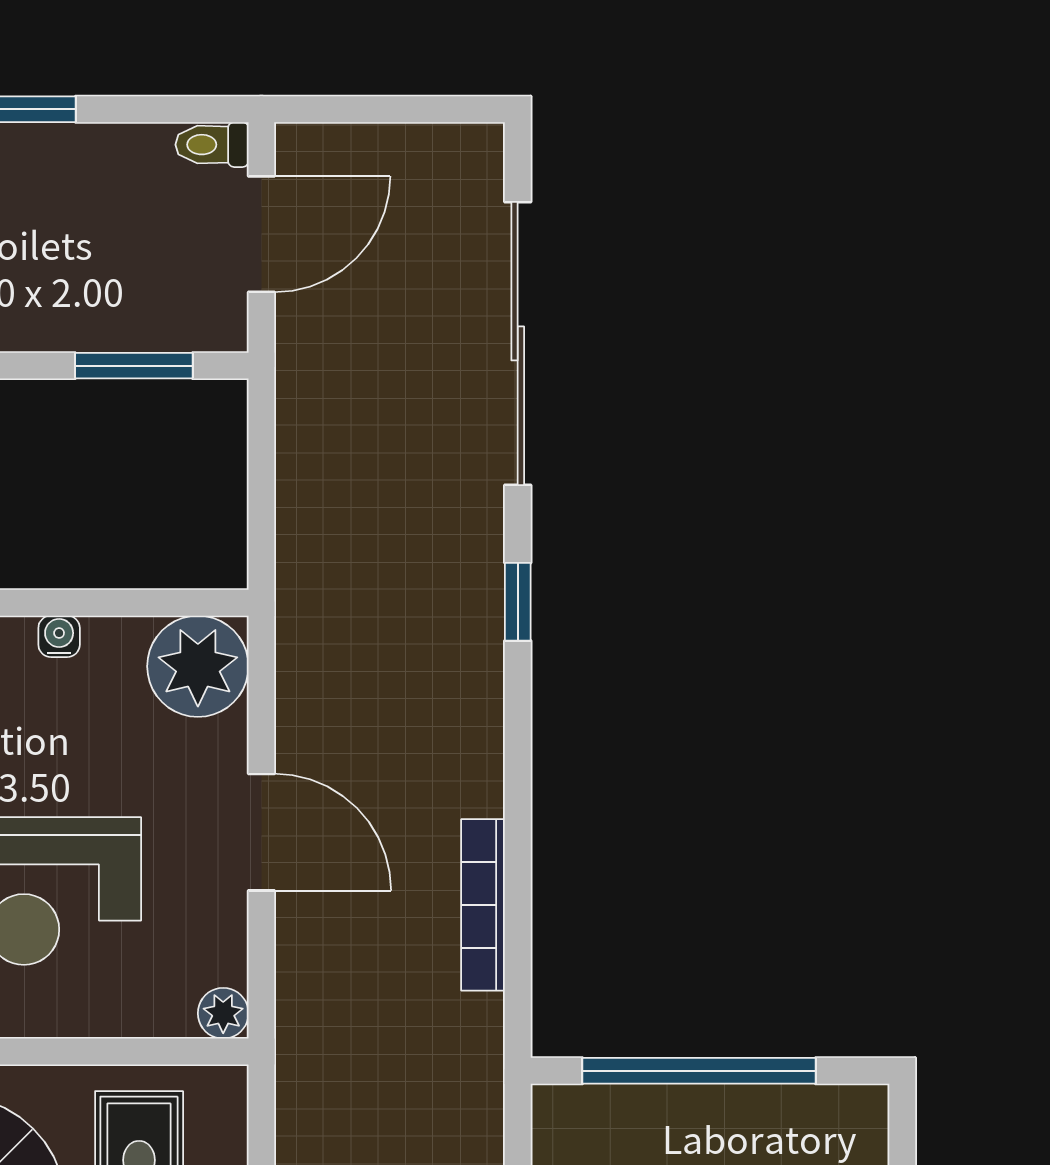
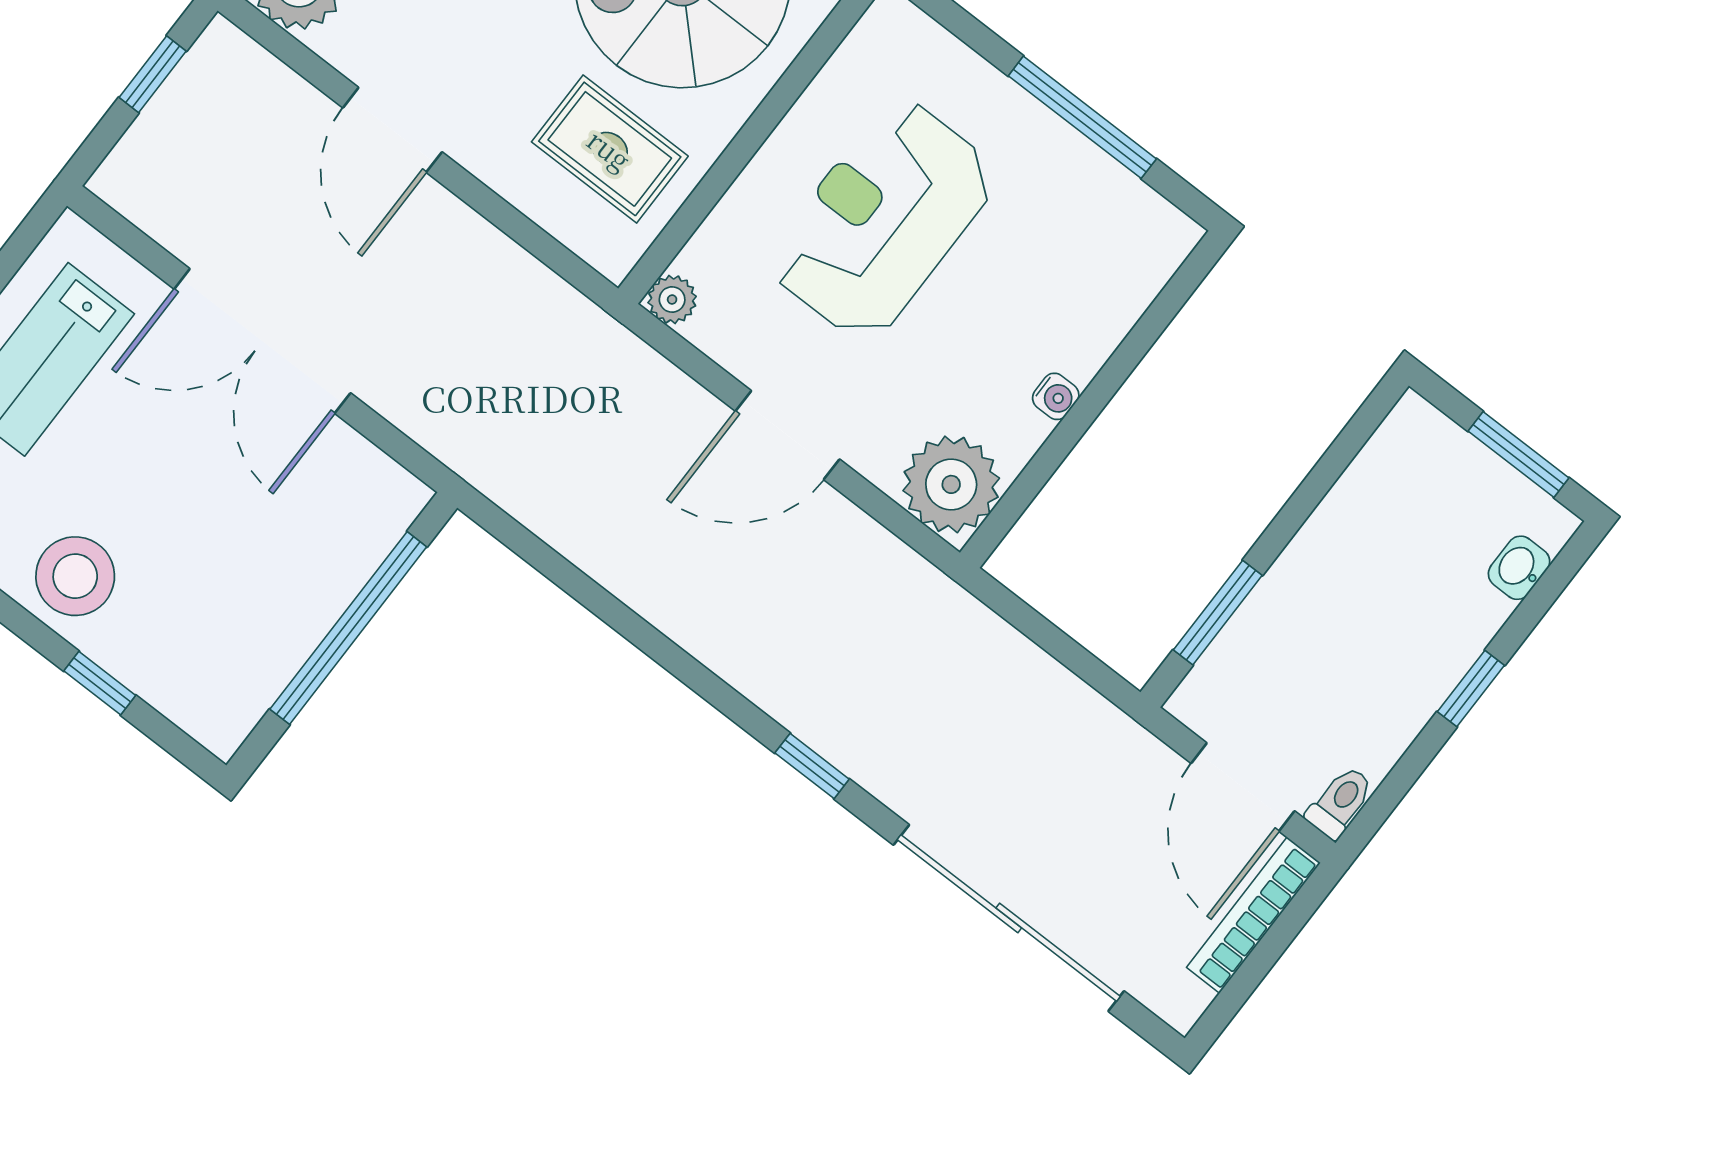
bookcase: (483, 905) -> (1253, 915), moved, turned -90

